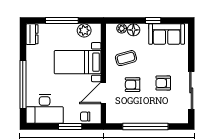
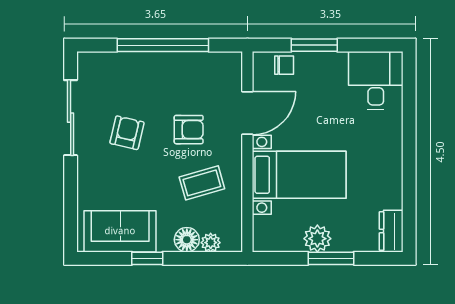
window: (62, 21) -> (331, 258), width x0.69
plant: (84, 30) -> (317, 239), moved
armchair: (163, 83) -> (127, 133), turned -77
window: (23, 84) -> (409, 130), removed
desk: (45, 109) -> (376, 81), width x0.73

